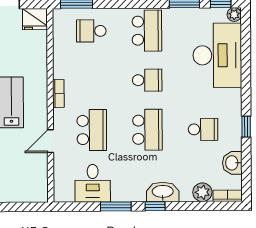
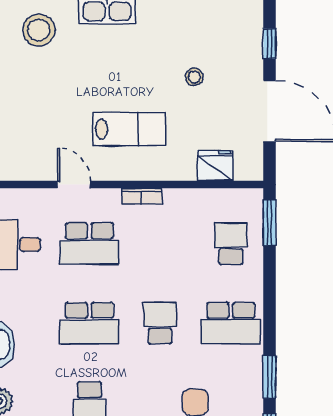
fridge: (35, 19) -> (215, 166), moved, turned 90
school desk: (147, 80) -> (160, 323), turned 180

